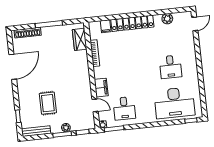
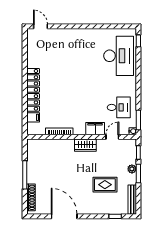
plant: (167, 19) -> (32, 54), removed
wardrobe: (80, 39) -> (85, 145), moved
desk: (170, 67) -> (82, 56), removed

